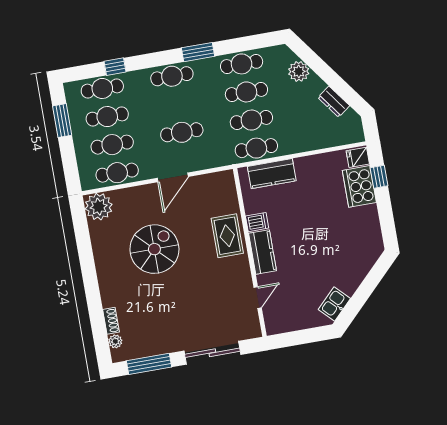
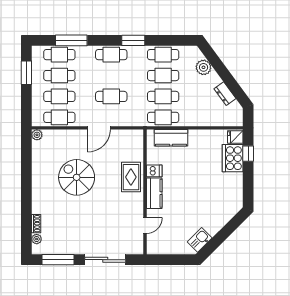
window: (115, 67) -> (71, 40), width x2.17
plant: (99, 207) -> (37, 135), width x0.53, depth x0.53
spiral stairs: (154, 249) -> (77, 177), turned -90

